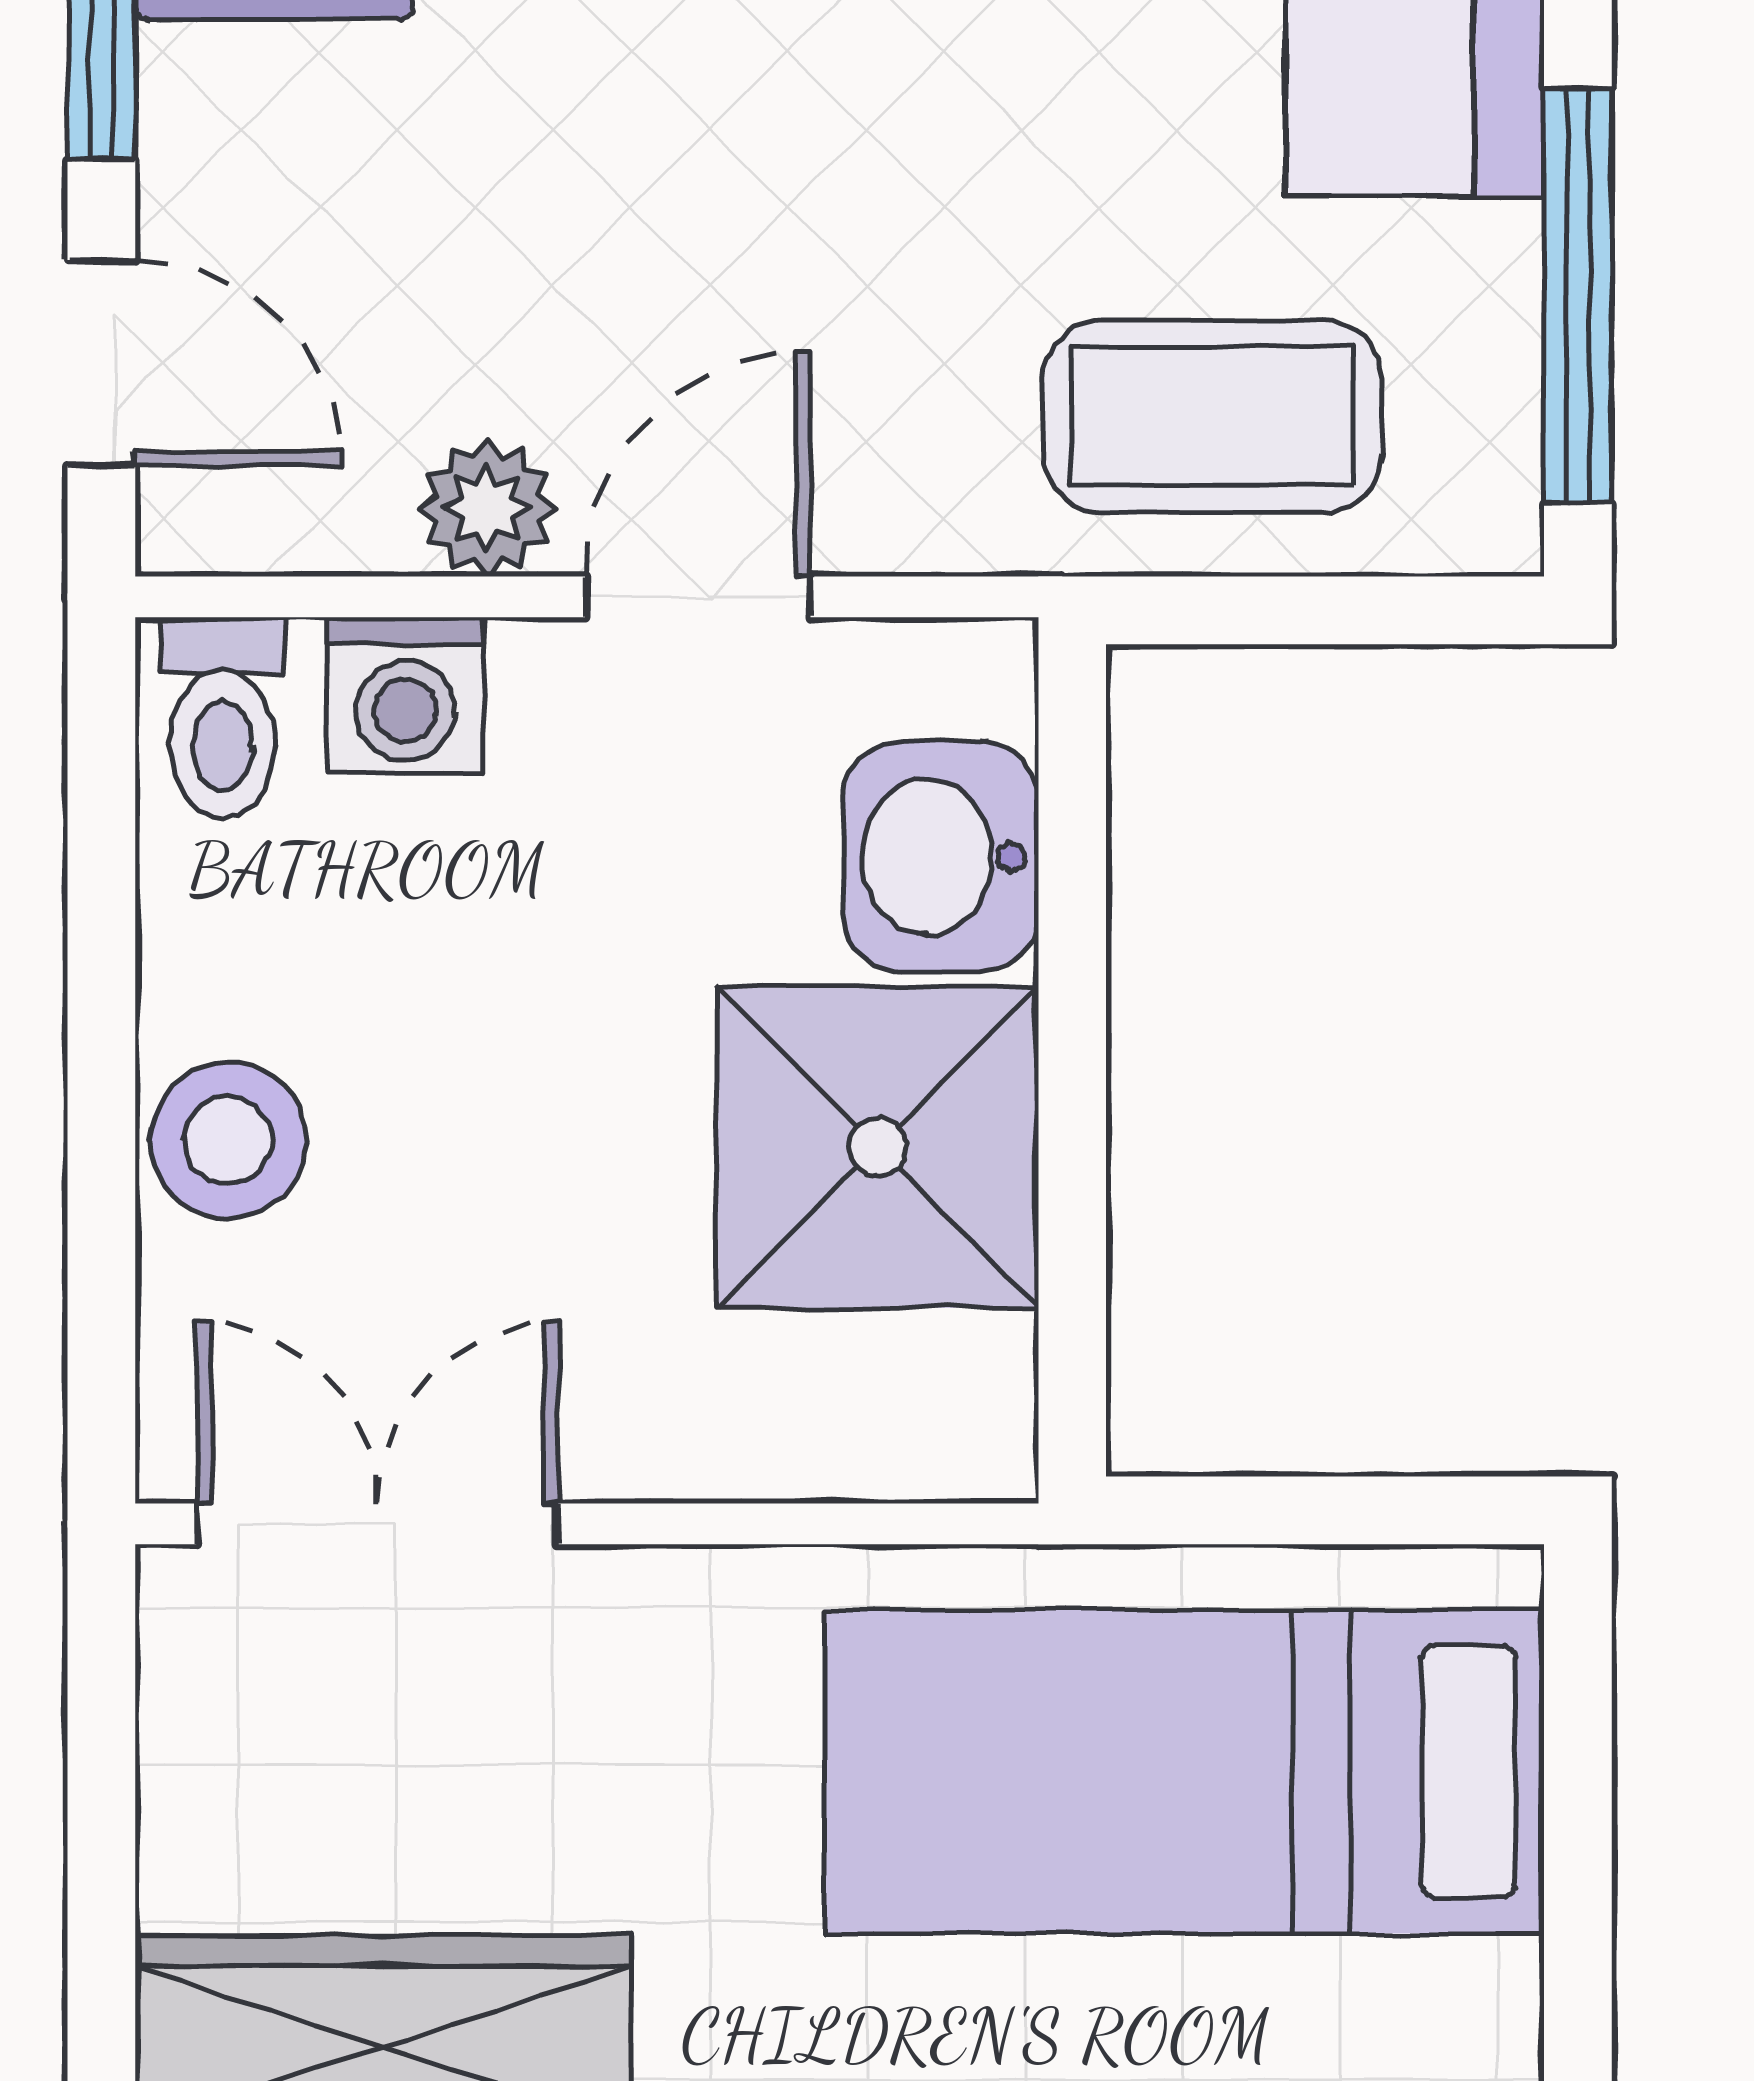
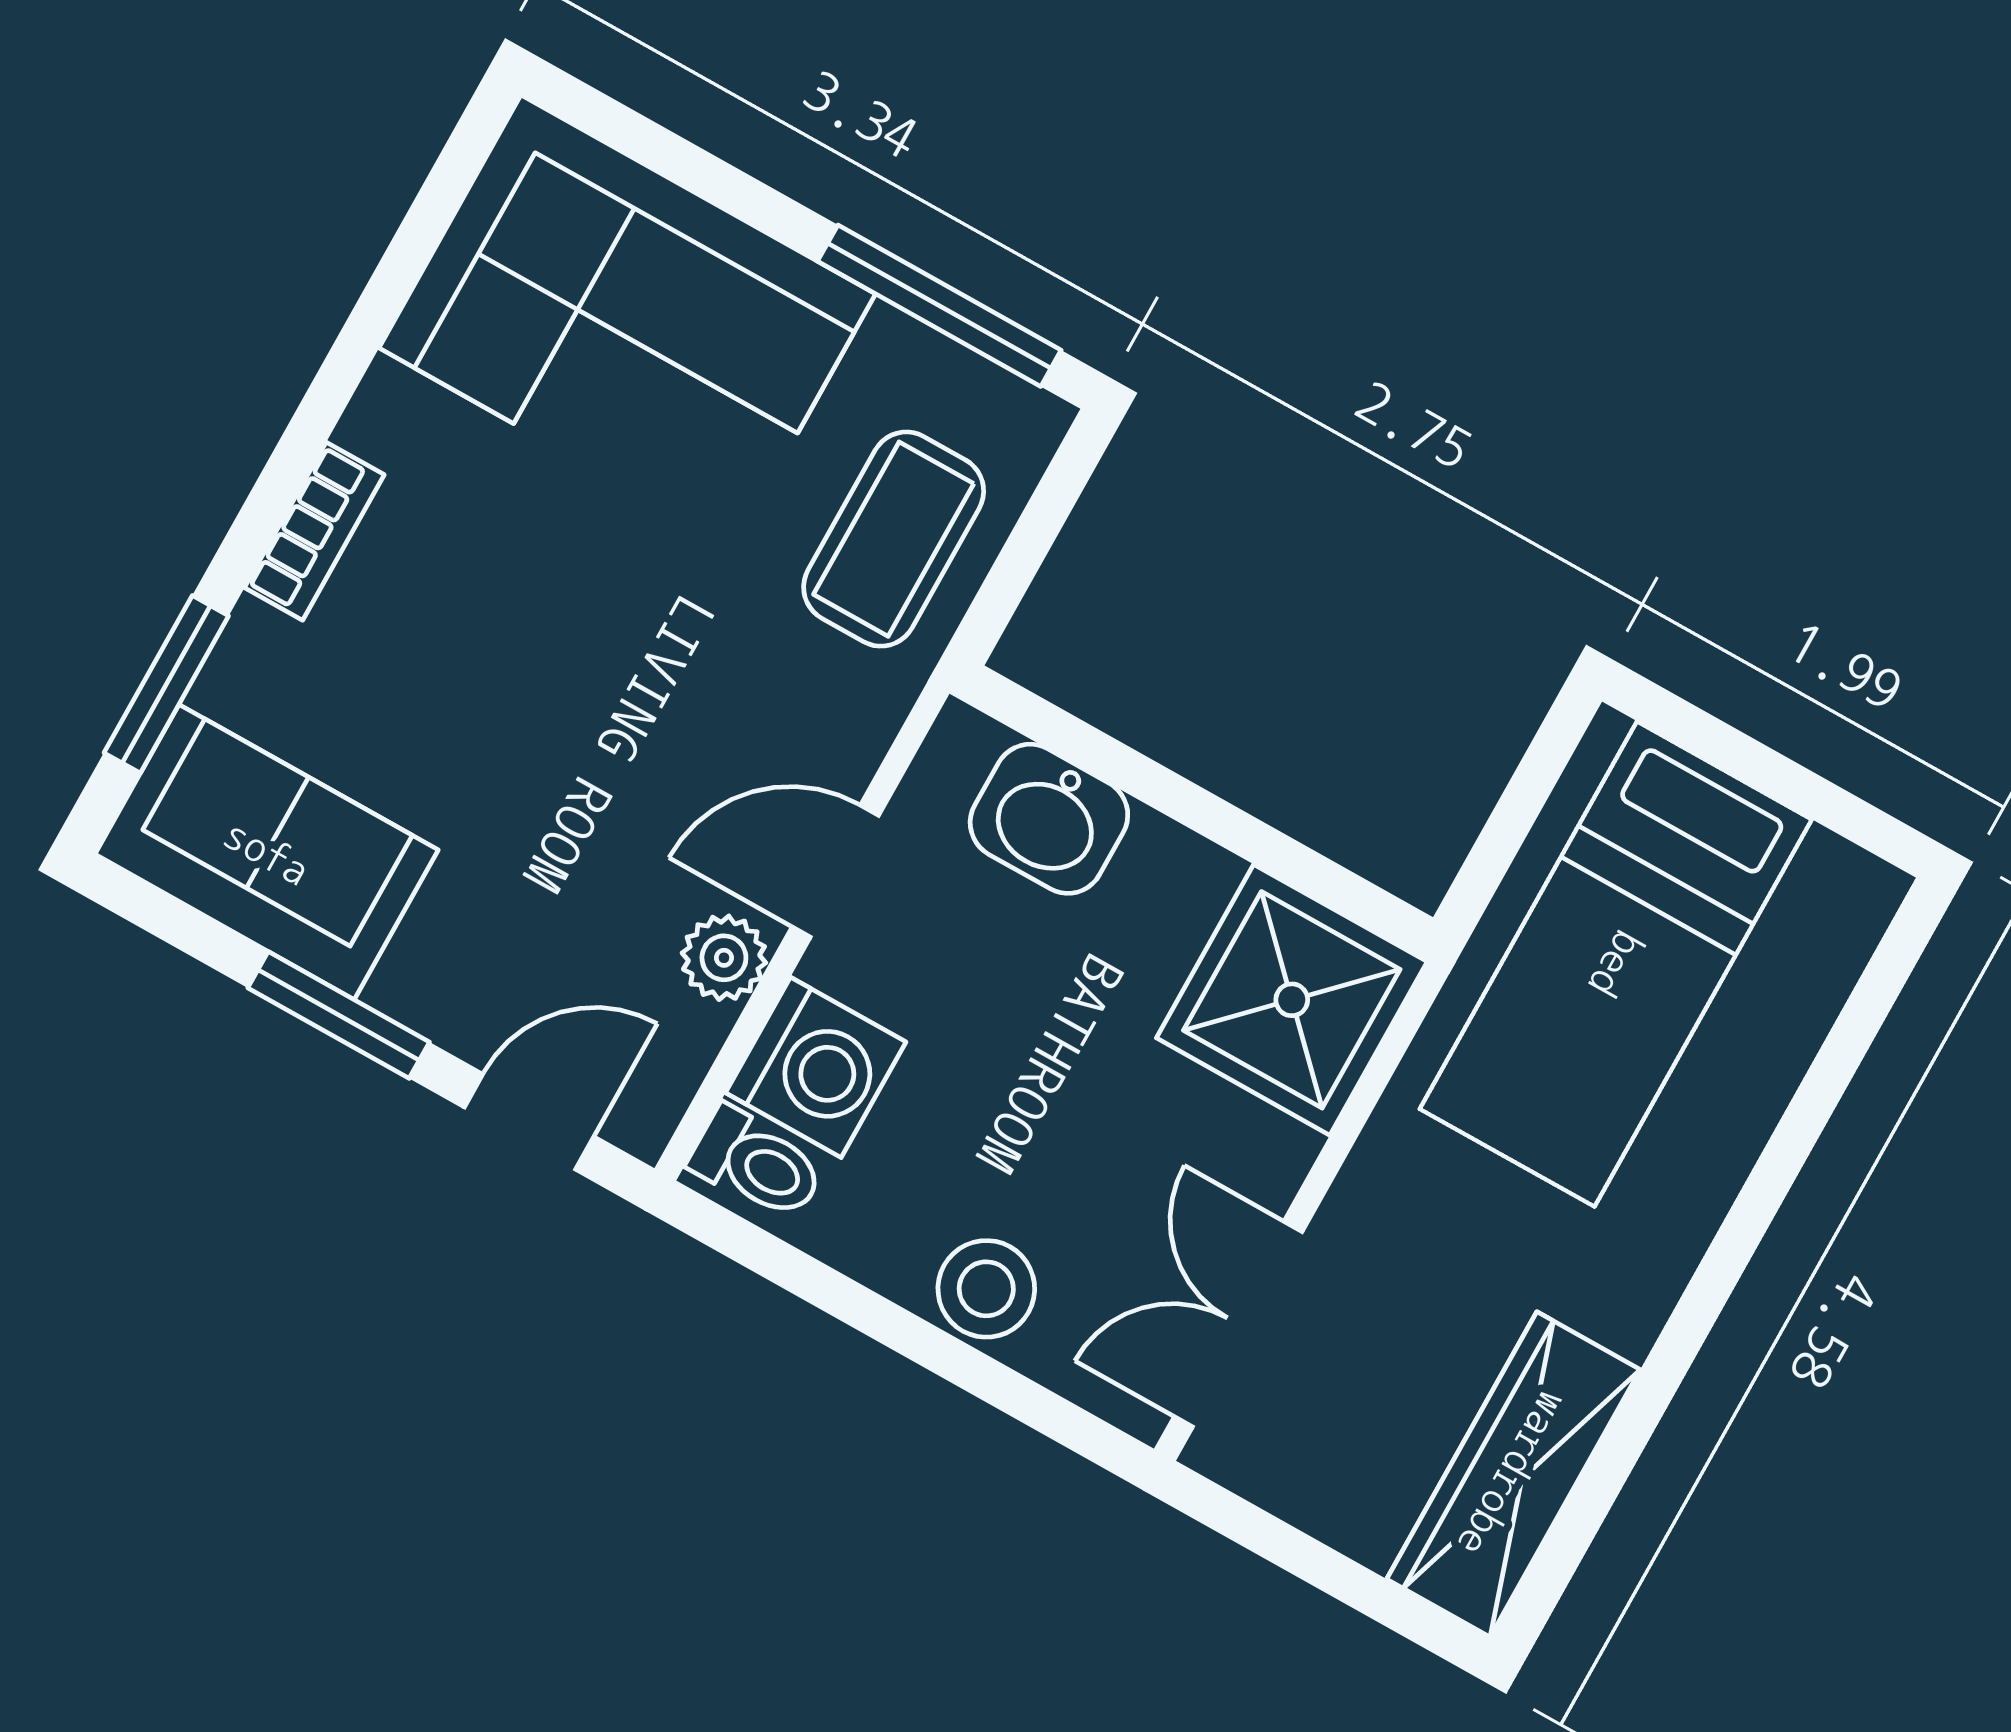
door: (698, 597) -> (835, 871), hinge flipped
washing machine: (405, 695) -> (816, 1067), width x1.38, depth x1.38
shower: (877, 1147) -> (1292, 1000), moved

